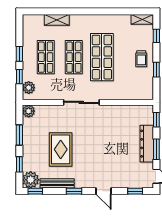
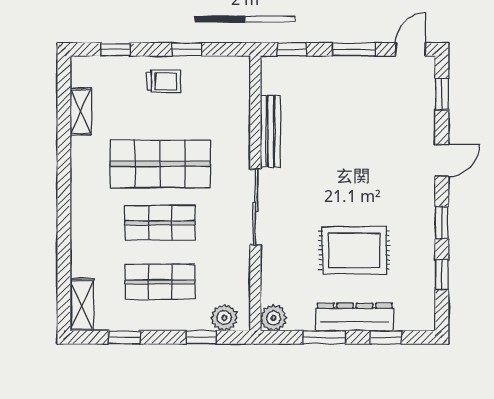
shelving: (142, 19) -> (81, 112), moved
shelving: (57, 20) -> (82, 305), moved
window: (19, 54) -> (124, 337), moved
dresser: (147, 144) -> (355, 317), moved, turned 180
plant: (31, 180) -> (418, 313), removed
bench: (57, 183) -> (270, 131), moved
window: (35, 191) -> (442, 275), moved

